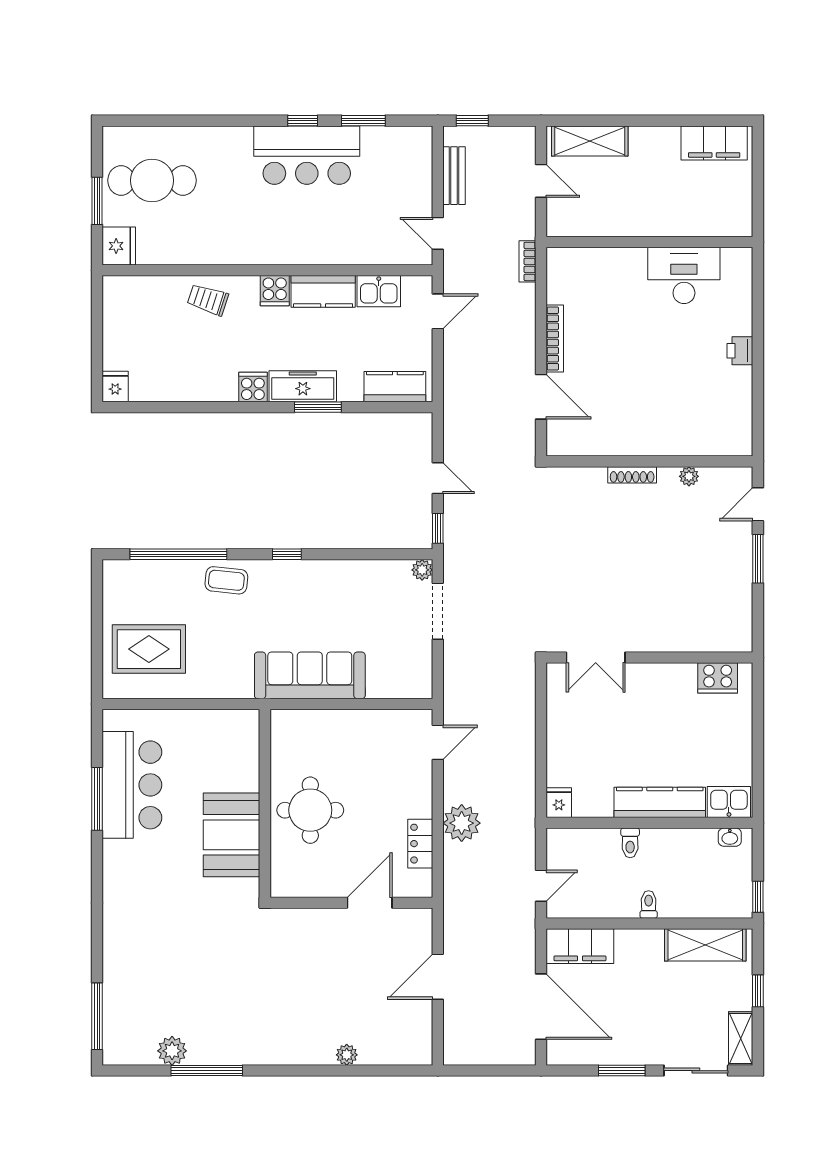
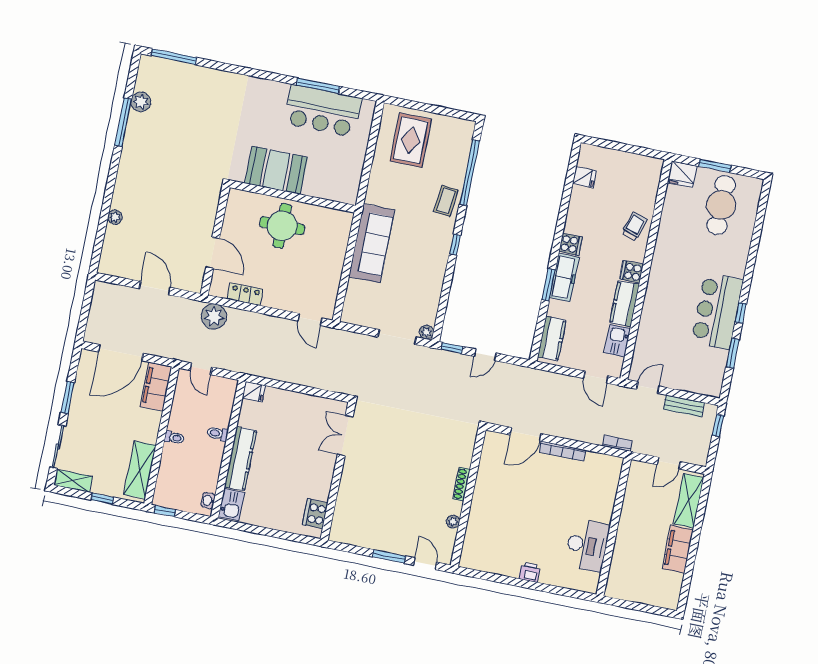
filing cabinet: (714, 143) -> (678, 549), moved
fridge: (115, 387) -> (584, 177), moved
plant: (462, 823) -> (214, 316), moved

